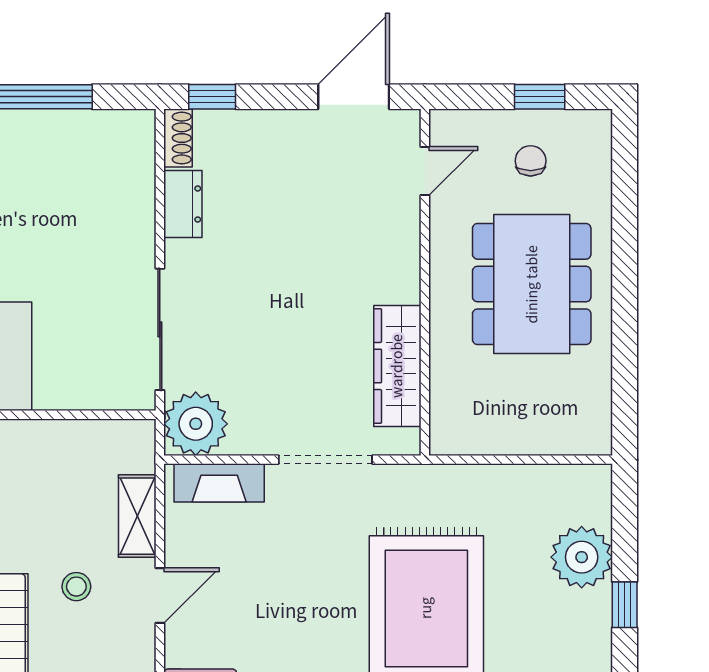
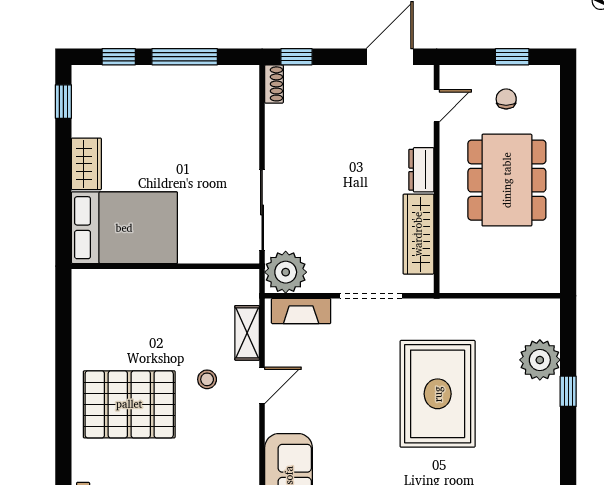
dresser: (183, 204) -> (421, 170), moved, turned 180

